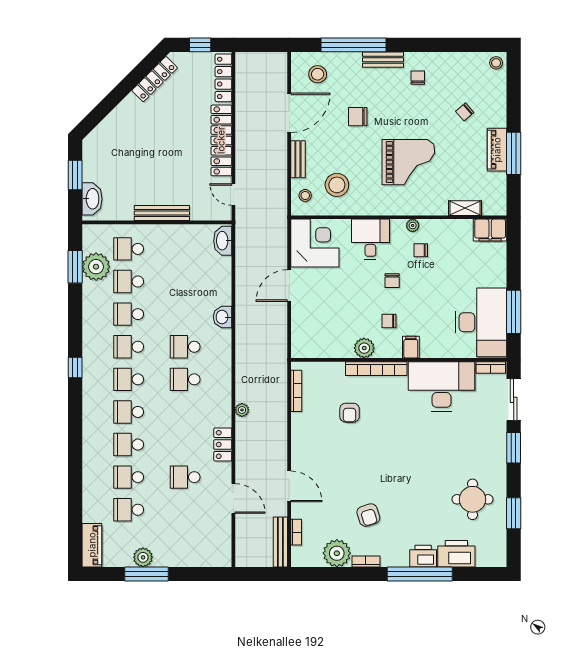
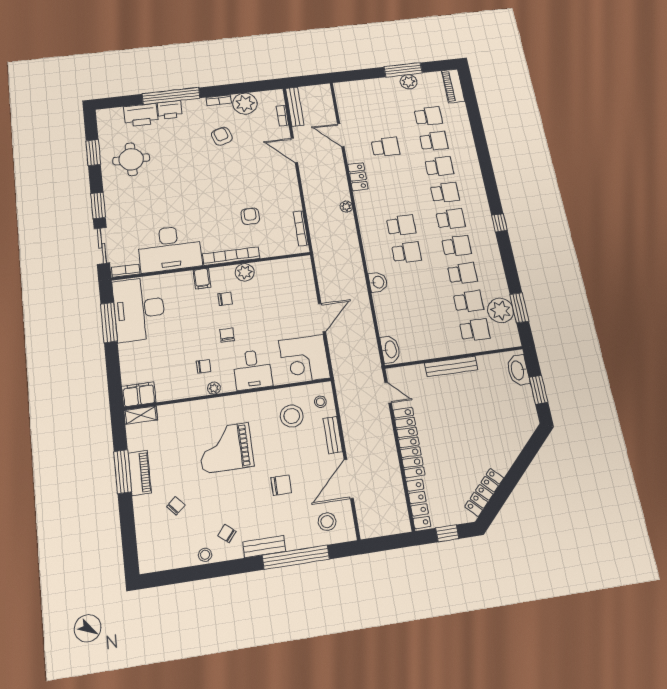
stool: (496, 63) -> (205, 555), moved
chair: (418, 78) -> (227, 534), turned 130
shelving: (465, 208) -> (141, 415), moved

